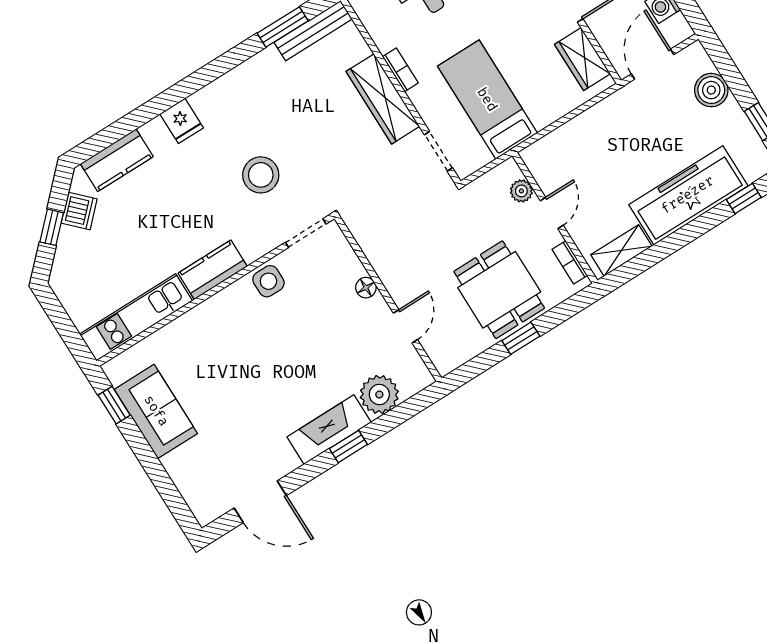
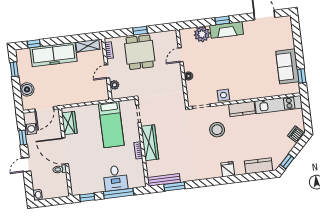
stool: (261, 175) -> (217, 130), moved
dishwasher: (79, 211) -> (296, 134), moved
window: (52, 227) -> (287, 161), moved

